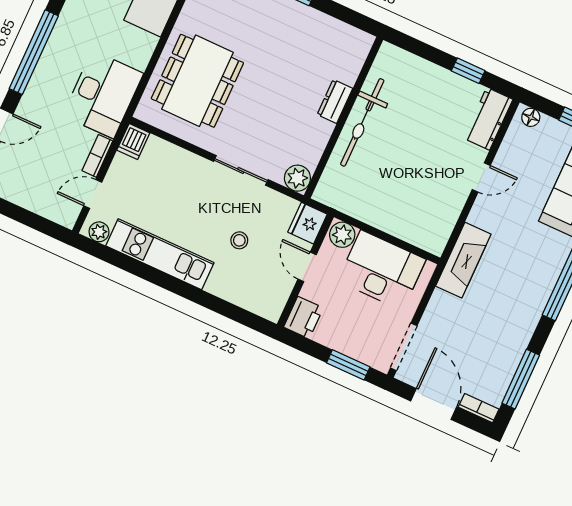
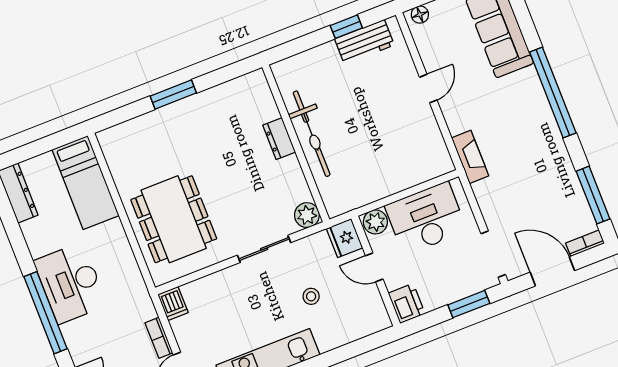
desk: (103, 95) -> (70, 283), moved, turned 180
workbench: (488, 119) -> (364, 42), moved, turned -90
fireplace: (463, 260) -> (470, 157), width x0.73, depth x0.76

